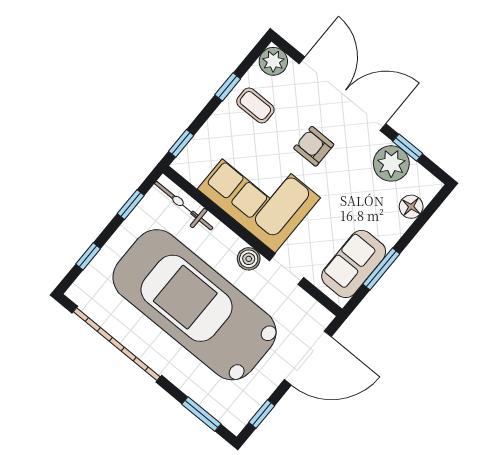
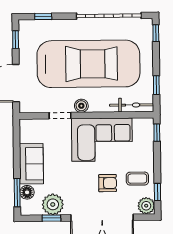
window: (228, 87) -> (157, 192), moved
armchair: (314, 146) -> (108, 183), moved
window: (88, 256) -> (156, 33), moved
sofa: (354, 264) -> (31, 164), moved
window: (381, 269) -> (17, 193), moved
window: (201, 414) -> (43, 16), width x0.67

